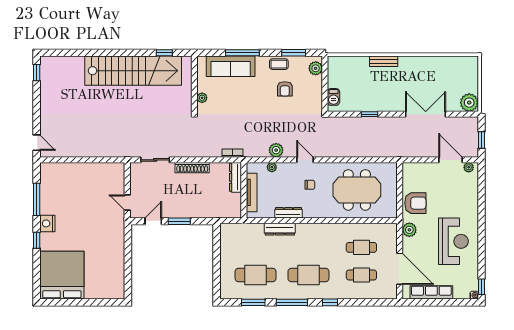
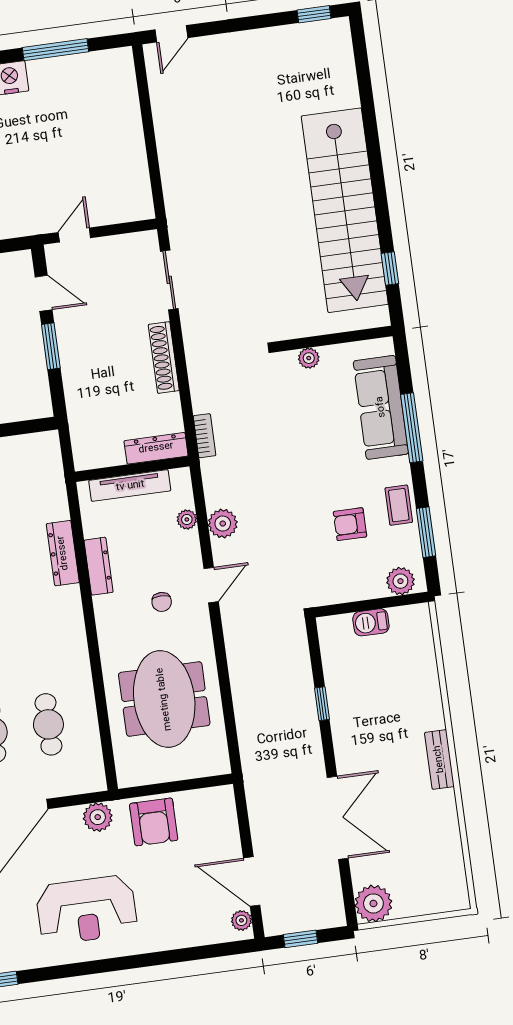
bench: (384, 61) -> (439, 759), moved
barbecue: (334, 97) -> (371, 622), moved
door: (451, 160) -> (252, 882), swing flipped

